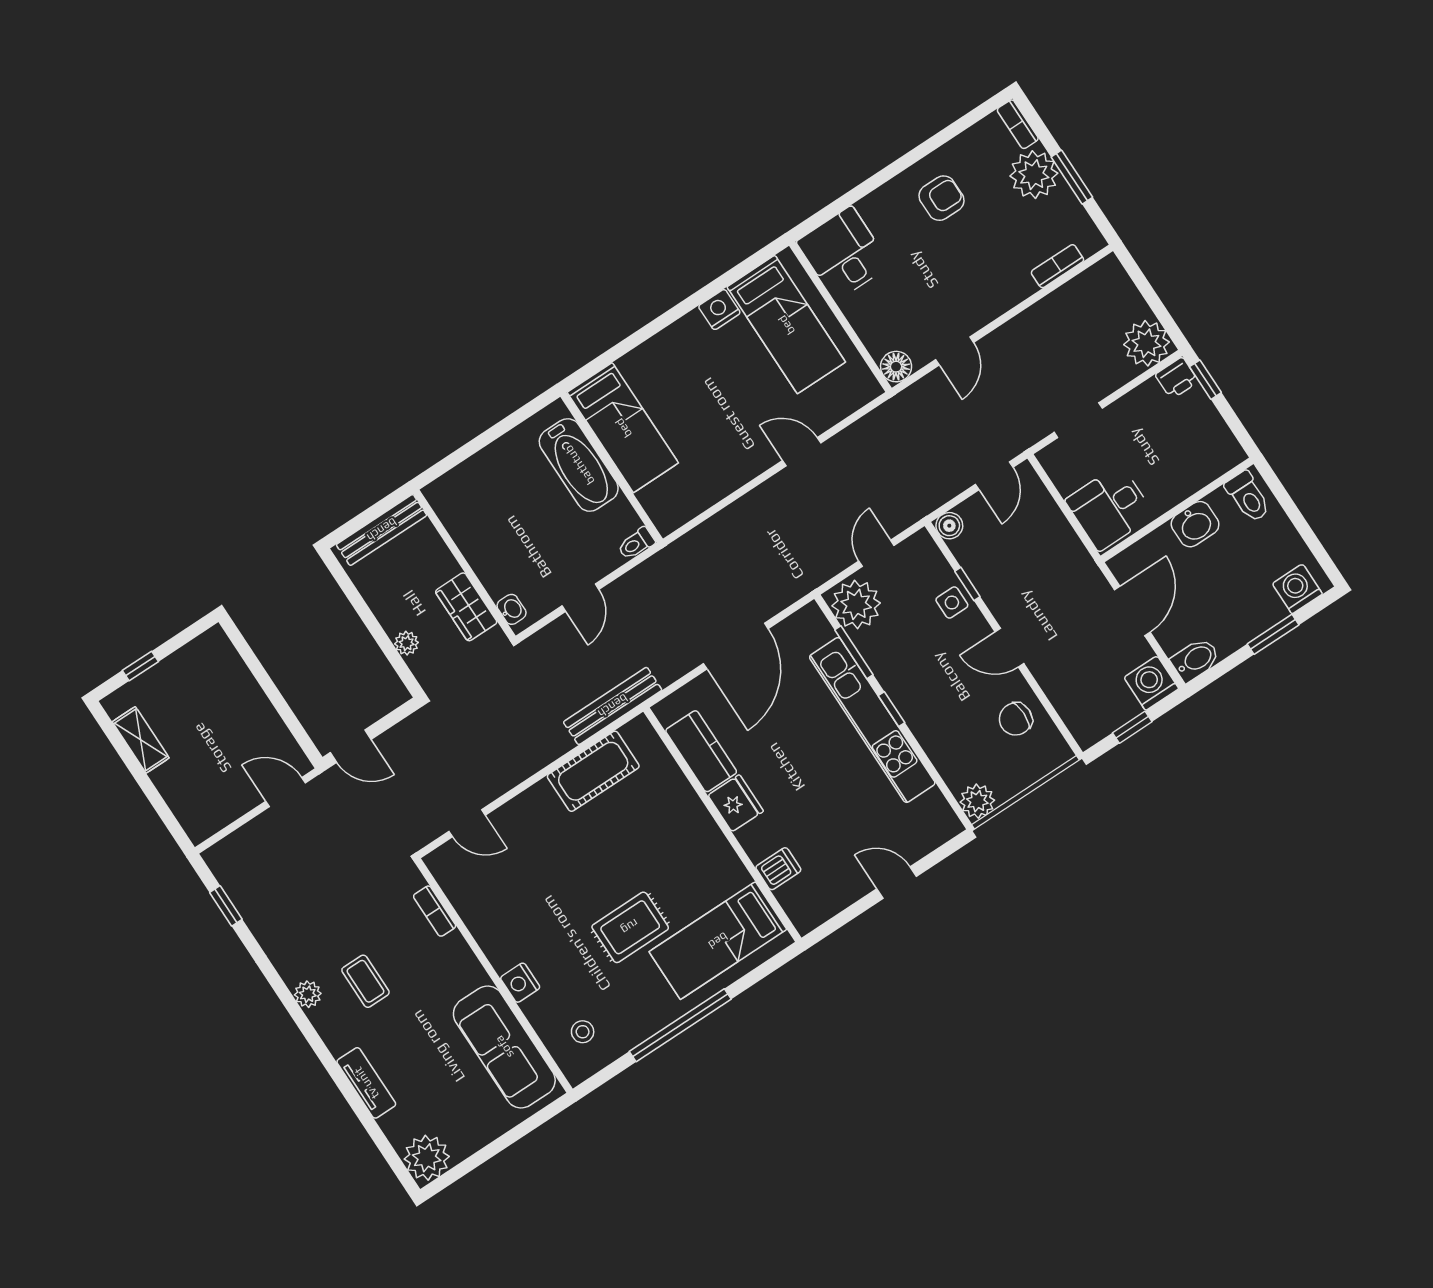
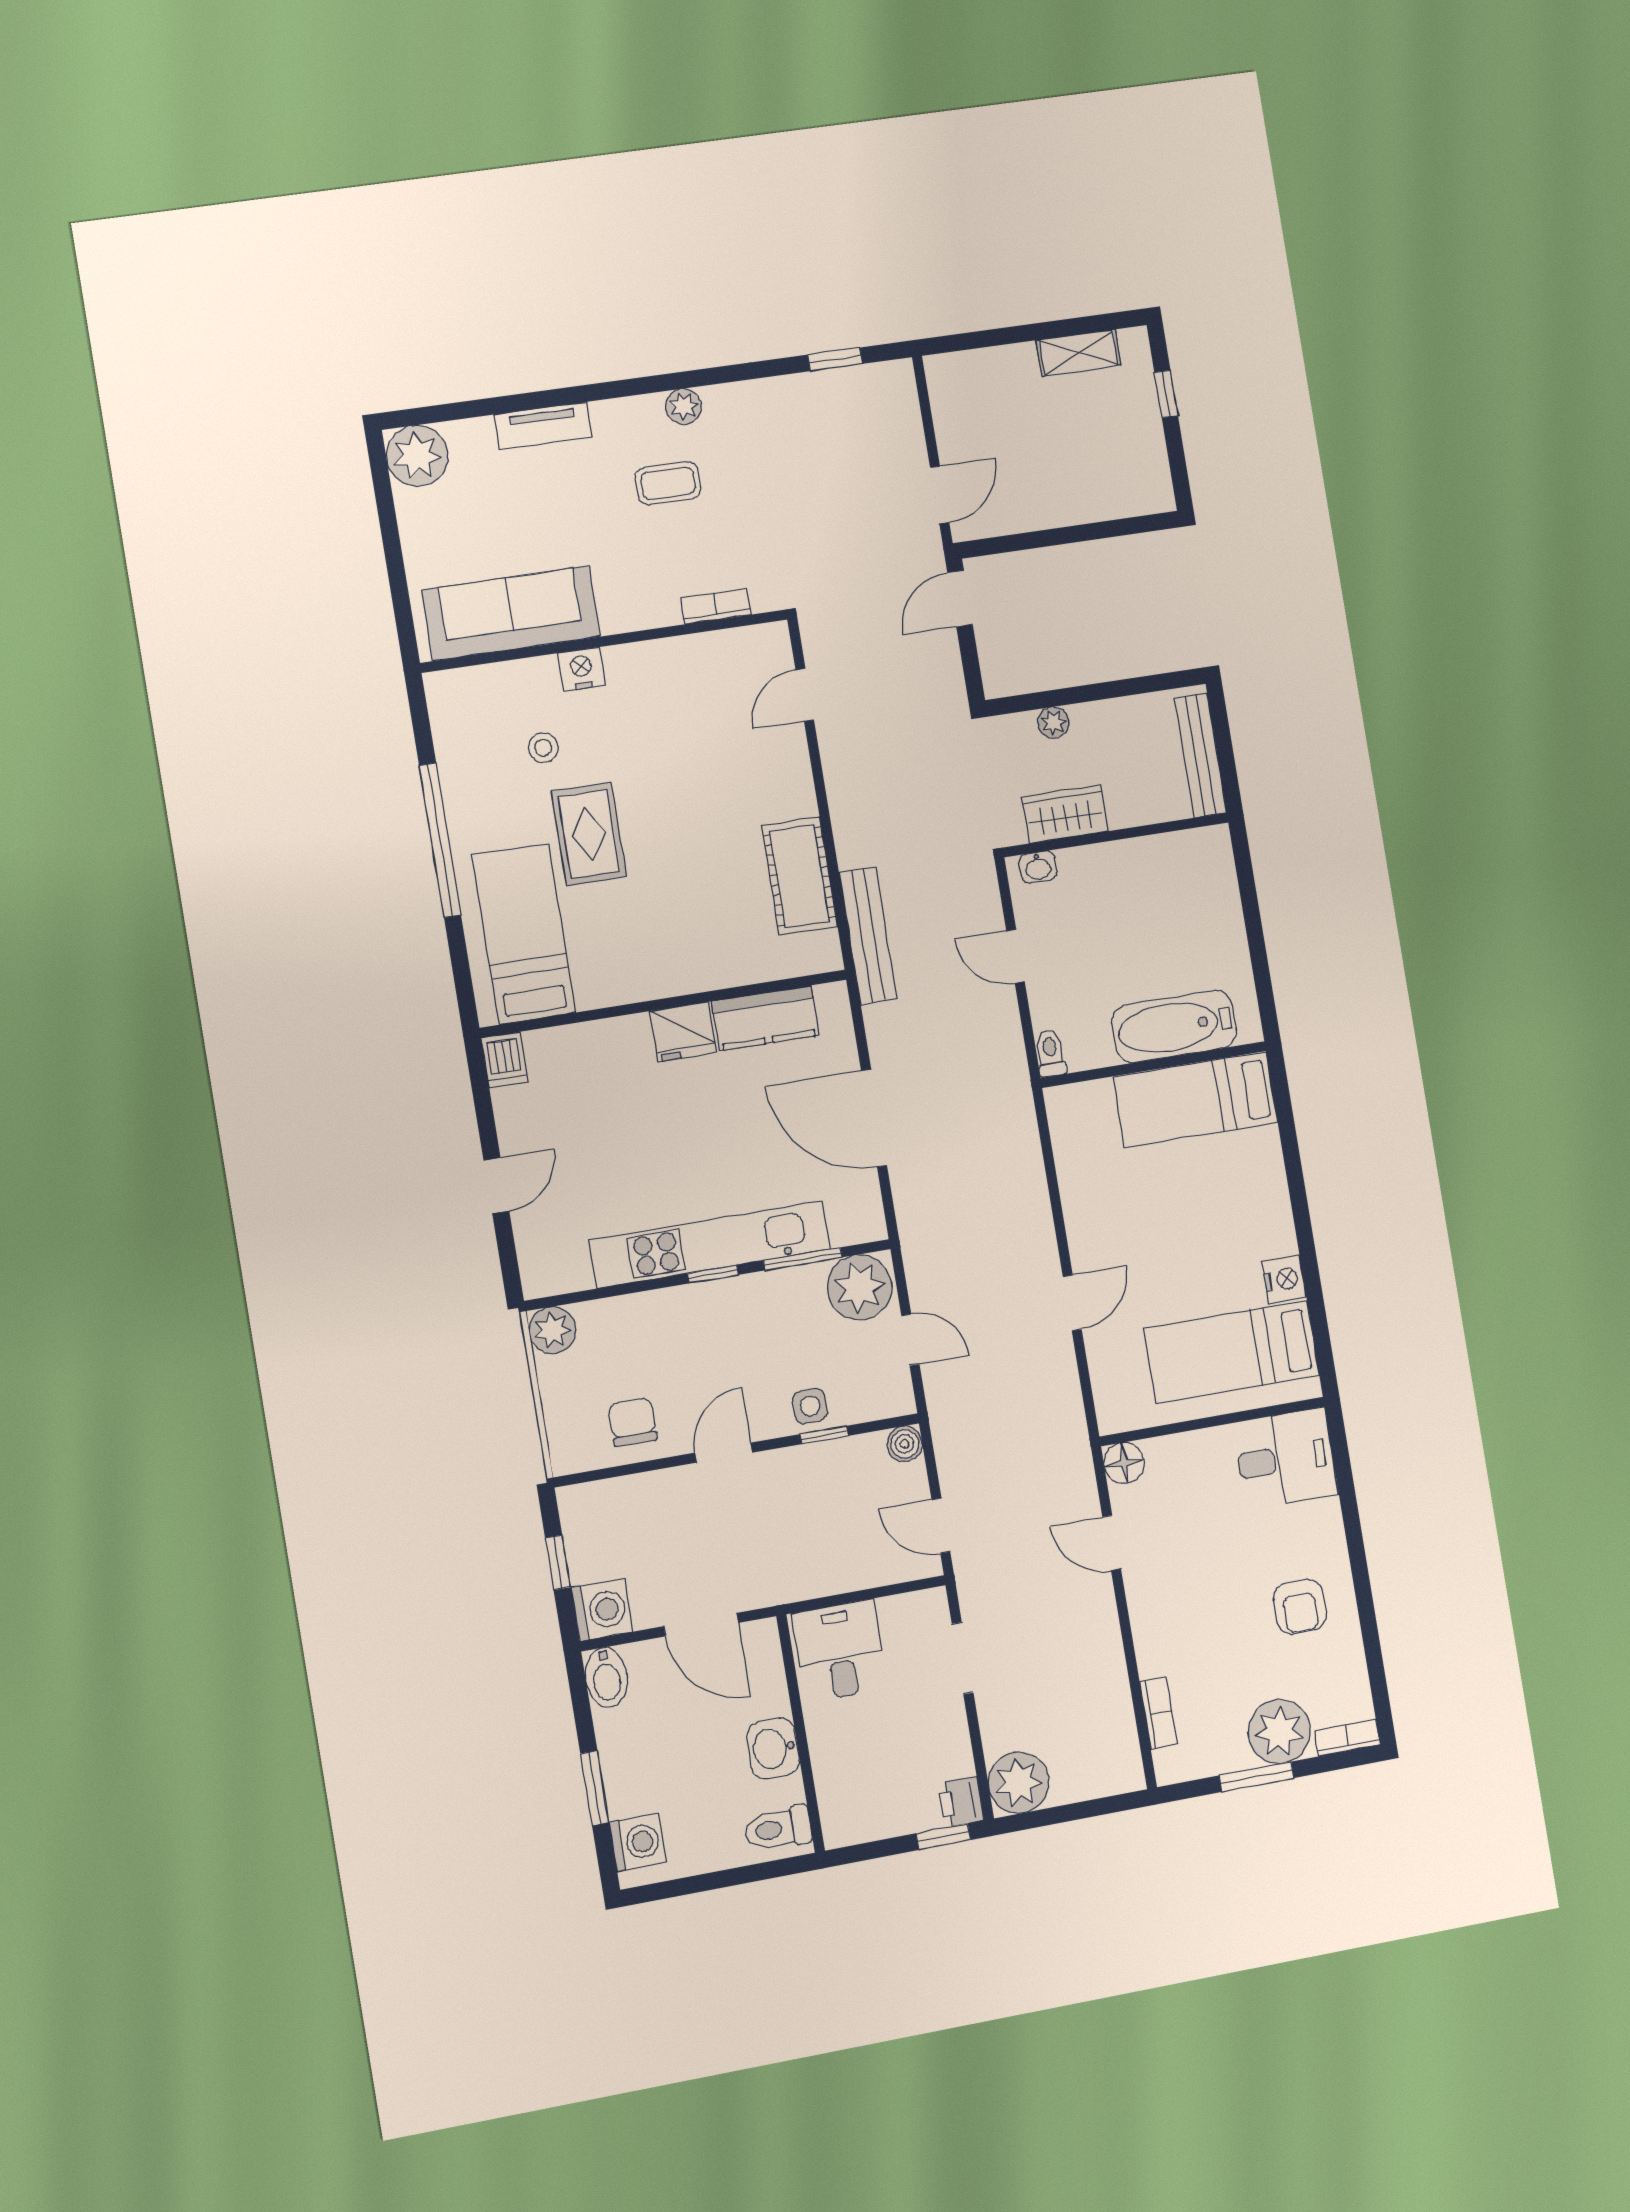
dishwasher: (778, 869) -> (505, 1060), moved
stool: (583, 1032) -> (543, 748), moved

